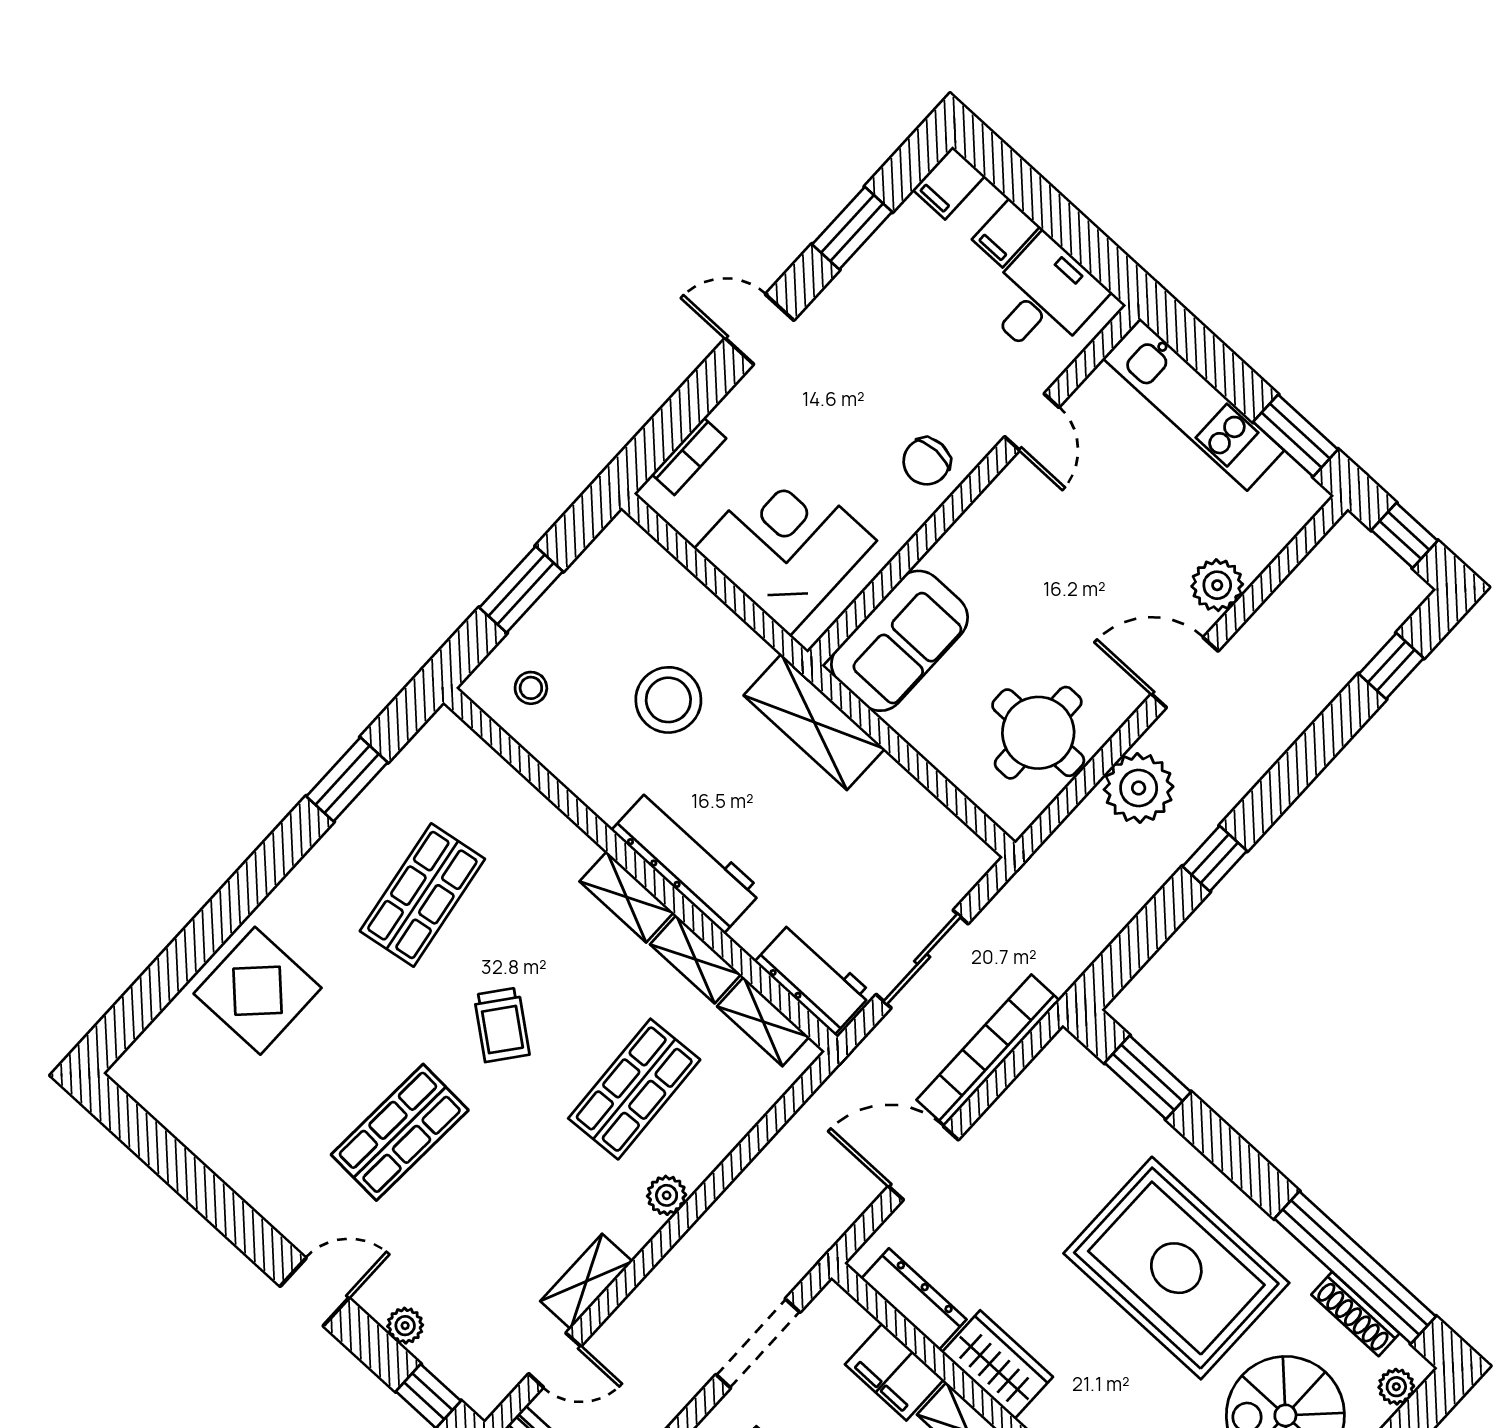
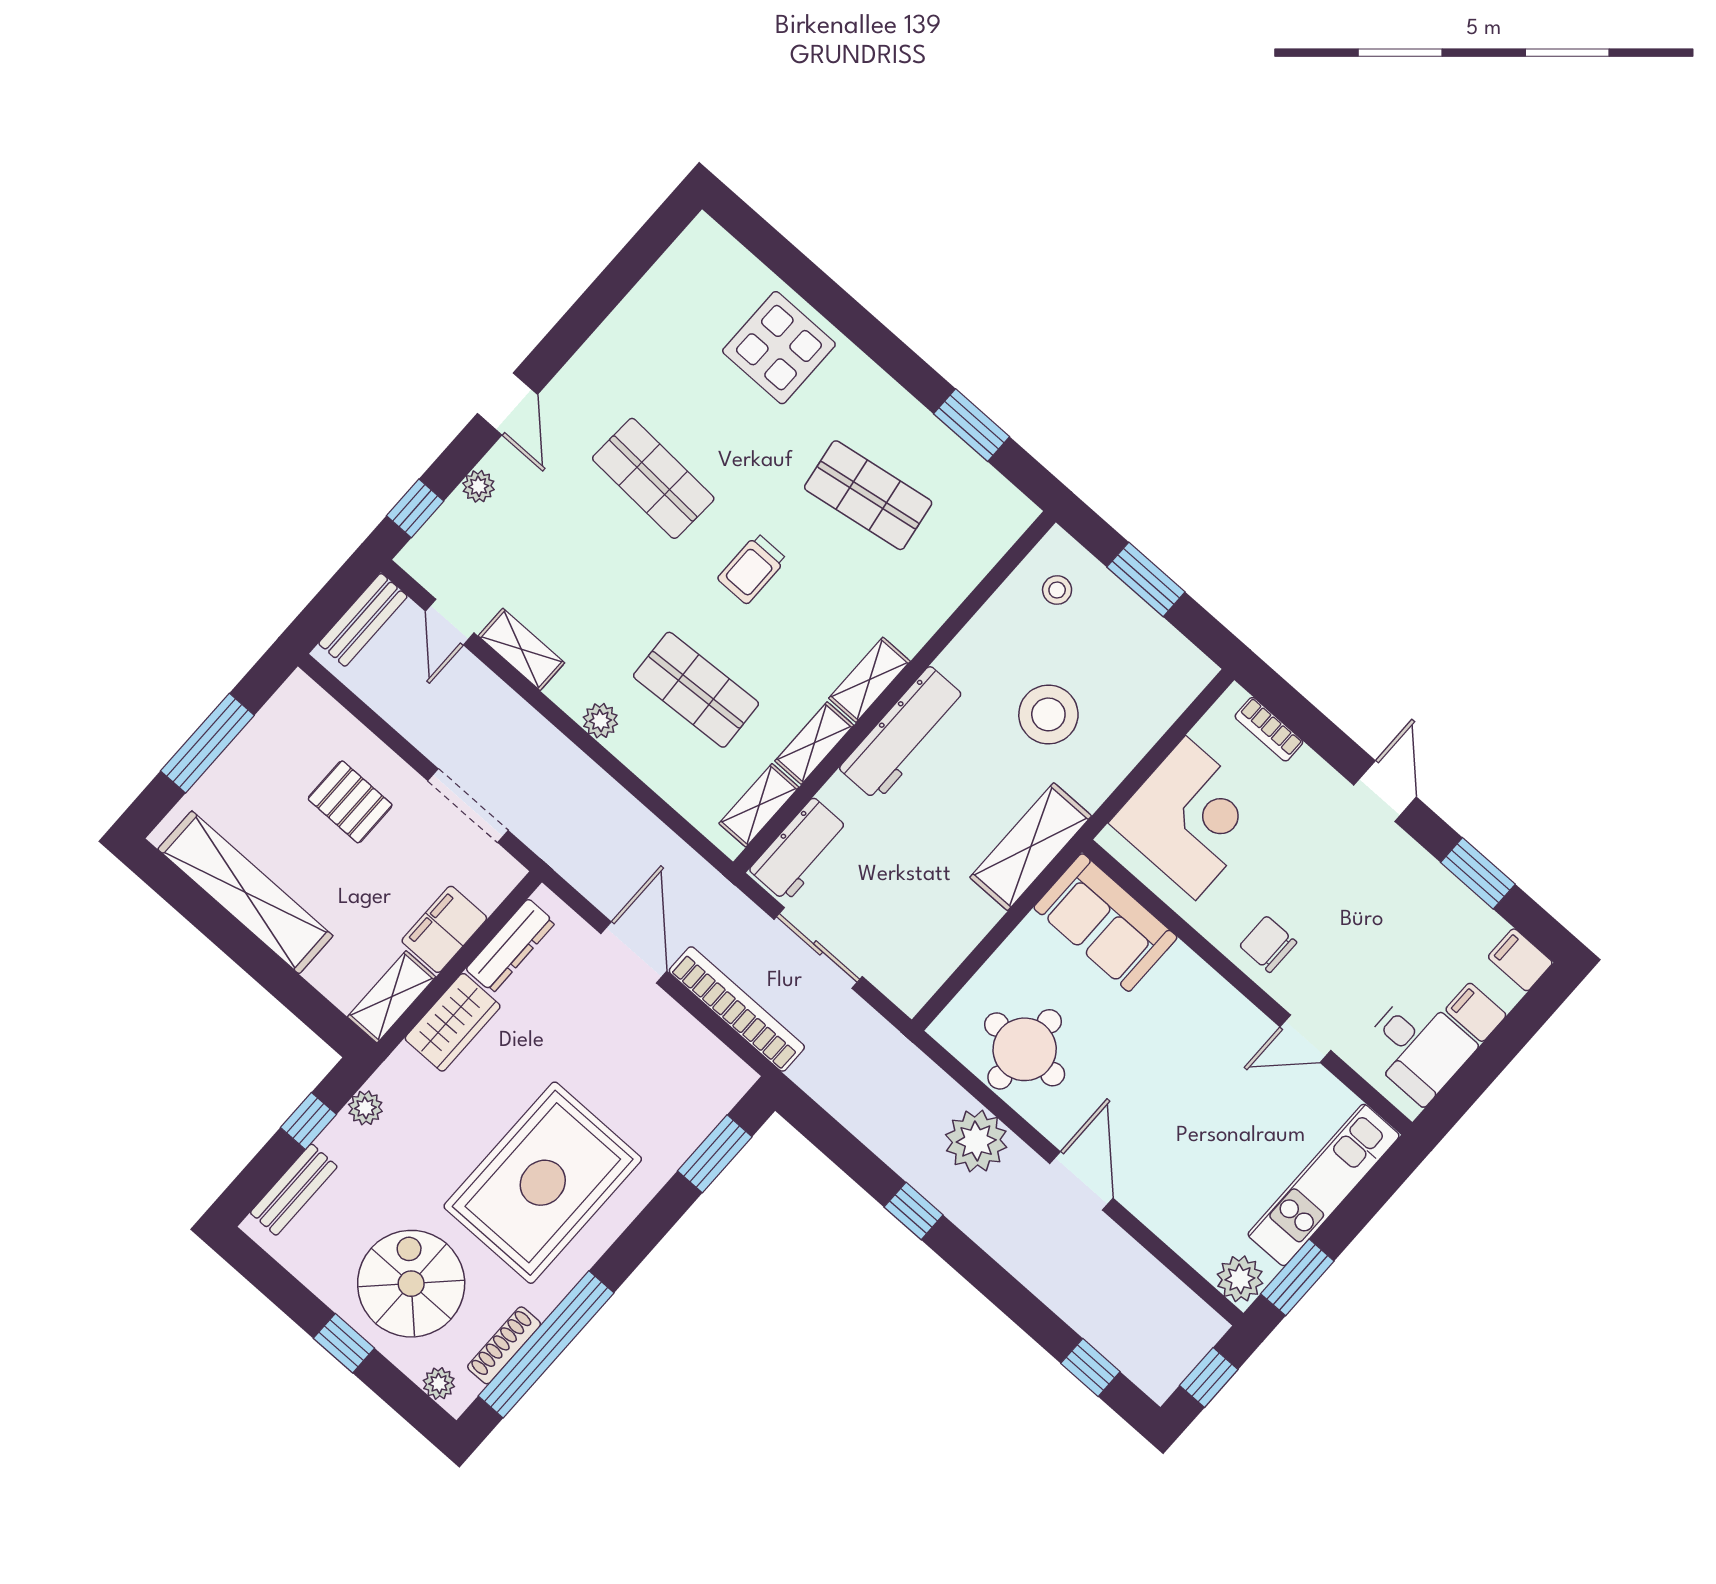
plant: (1217, 585) -> (1240, 1279), moved
trolley: (502, 1025) -> (752, 569), turned -38

